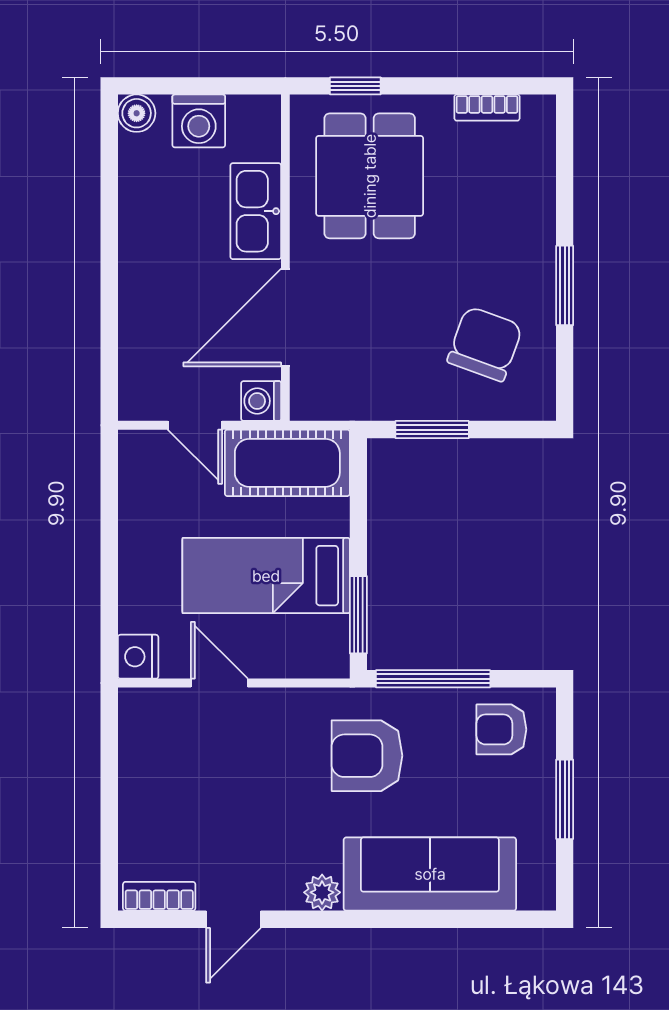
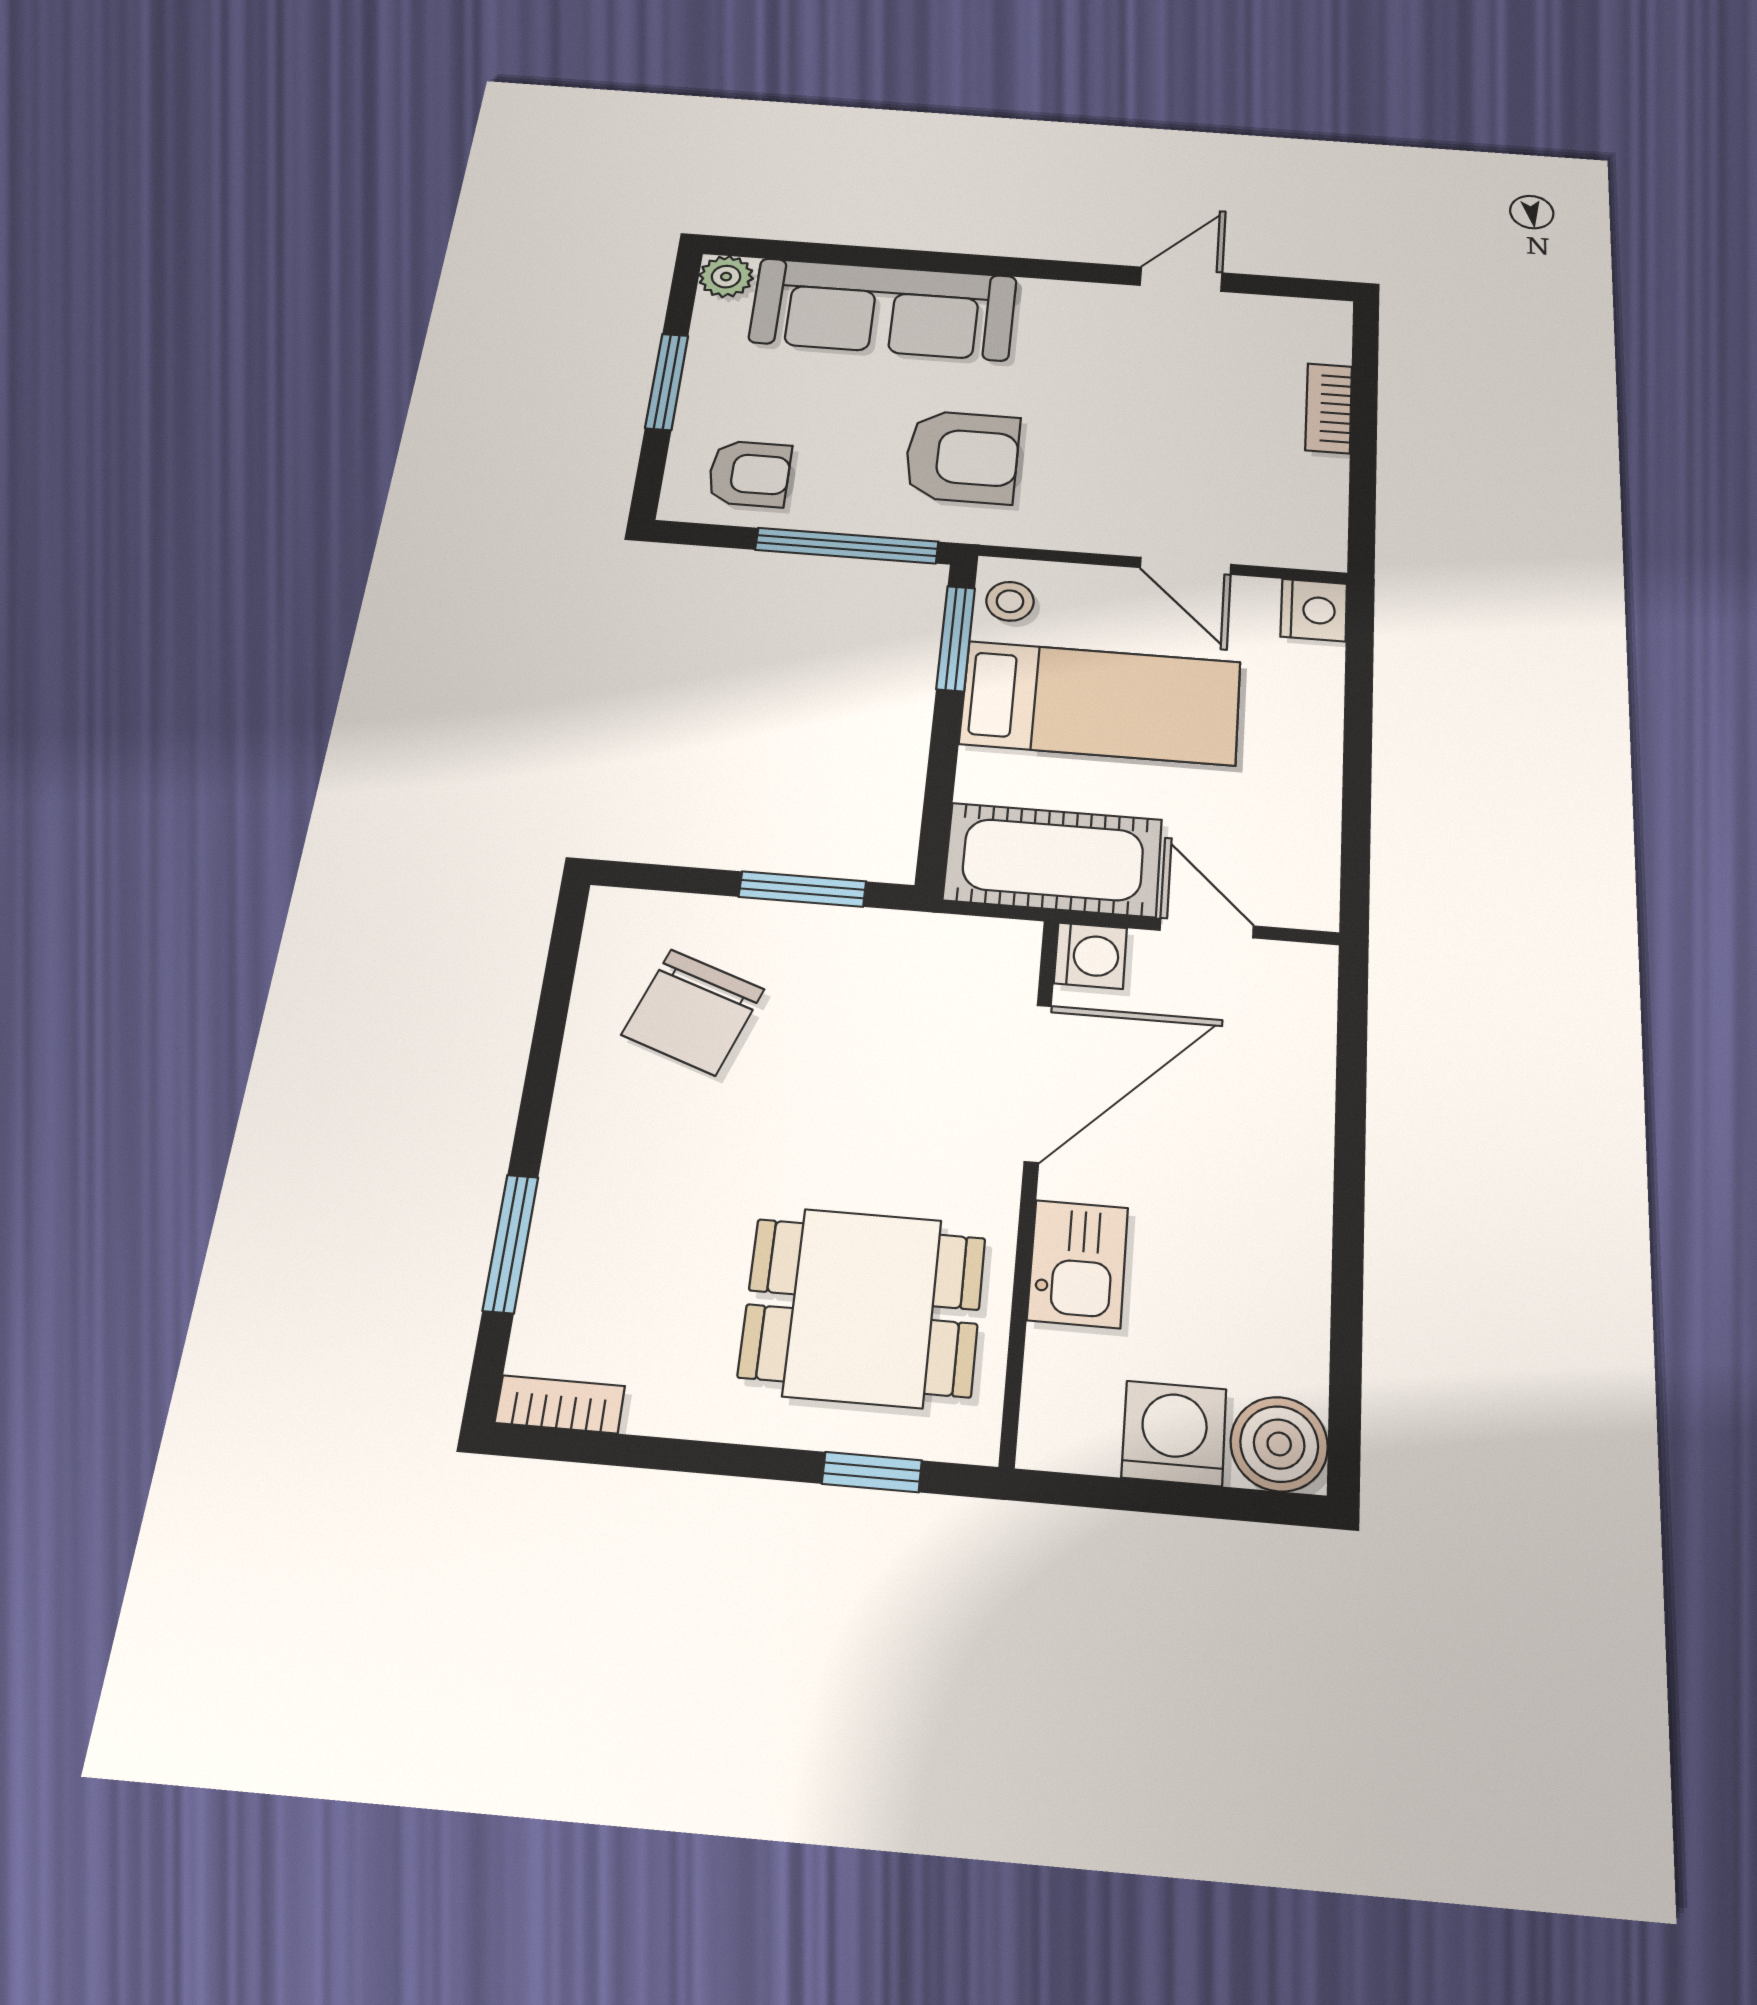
bookcase: (487, 108) -> (560, 1404), moved
boiler: (137, 113) -> (1279, 1444), width x1.36, depth x1.36
dining table: (370, 176) -> (863, 1307), turned 90
kitchen sink: (256, 211) -> (1078, 1264), width x0.73
window: (565, 285) -> (511, 1243), moved
stool: (327, 646) -> (1010, 601), added
plant: (322, 892) -> (726, 277), moved
bookcase: (159, 896) -> (1329, 408), moved, turned 90

